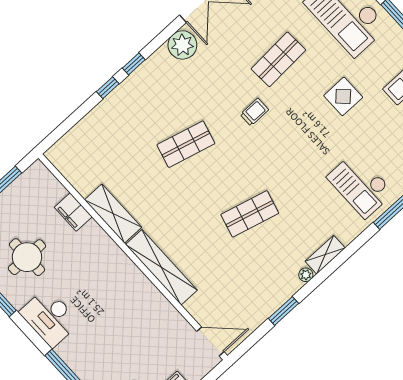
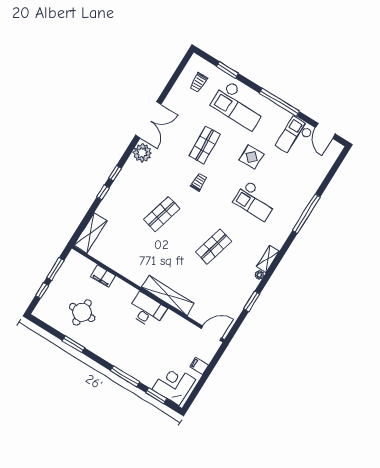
checkout: (360, 185) -> (255, 201), moved
shelving: (113, 214) -> (90, 233), moved, turned 90
desk: (50, 317) -> (147, 310), moved, turned 180

